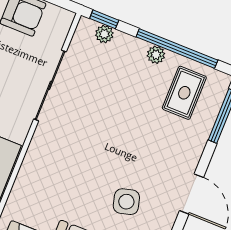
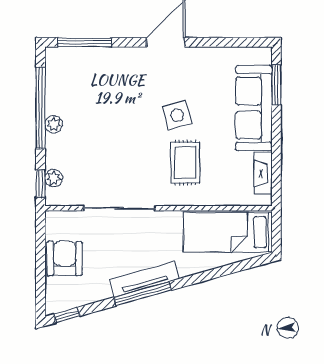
rug: (184, 93) -> (185, 163), moved, turned 90
side table: (126, 202) -> (177, 115), moved

